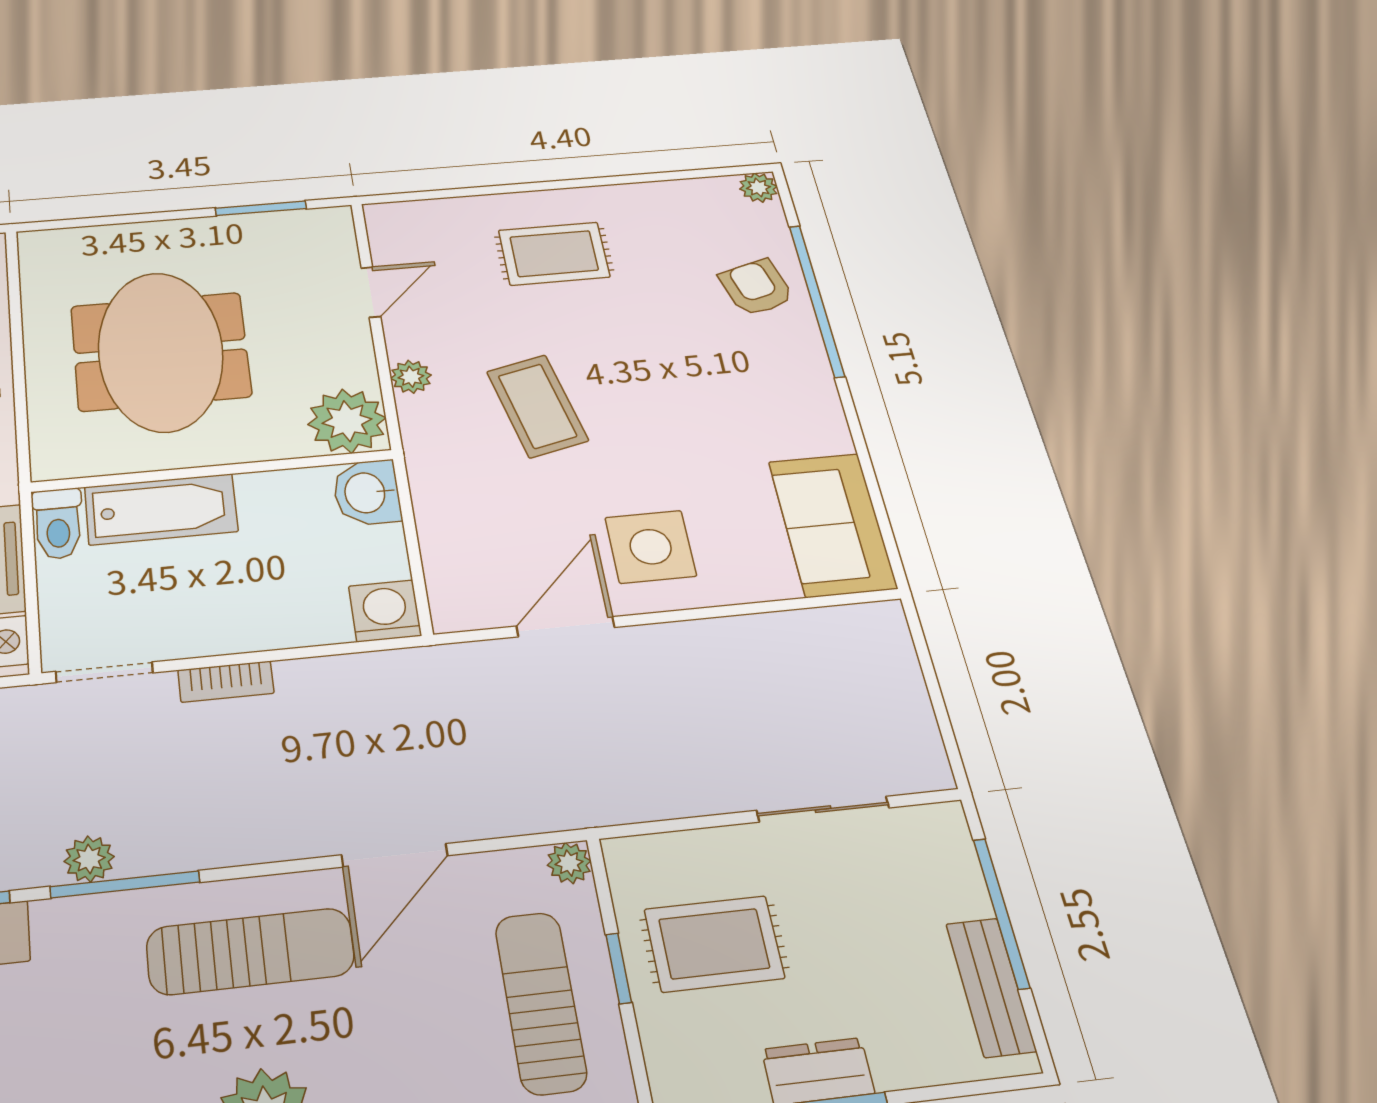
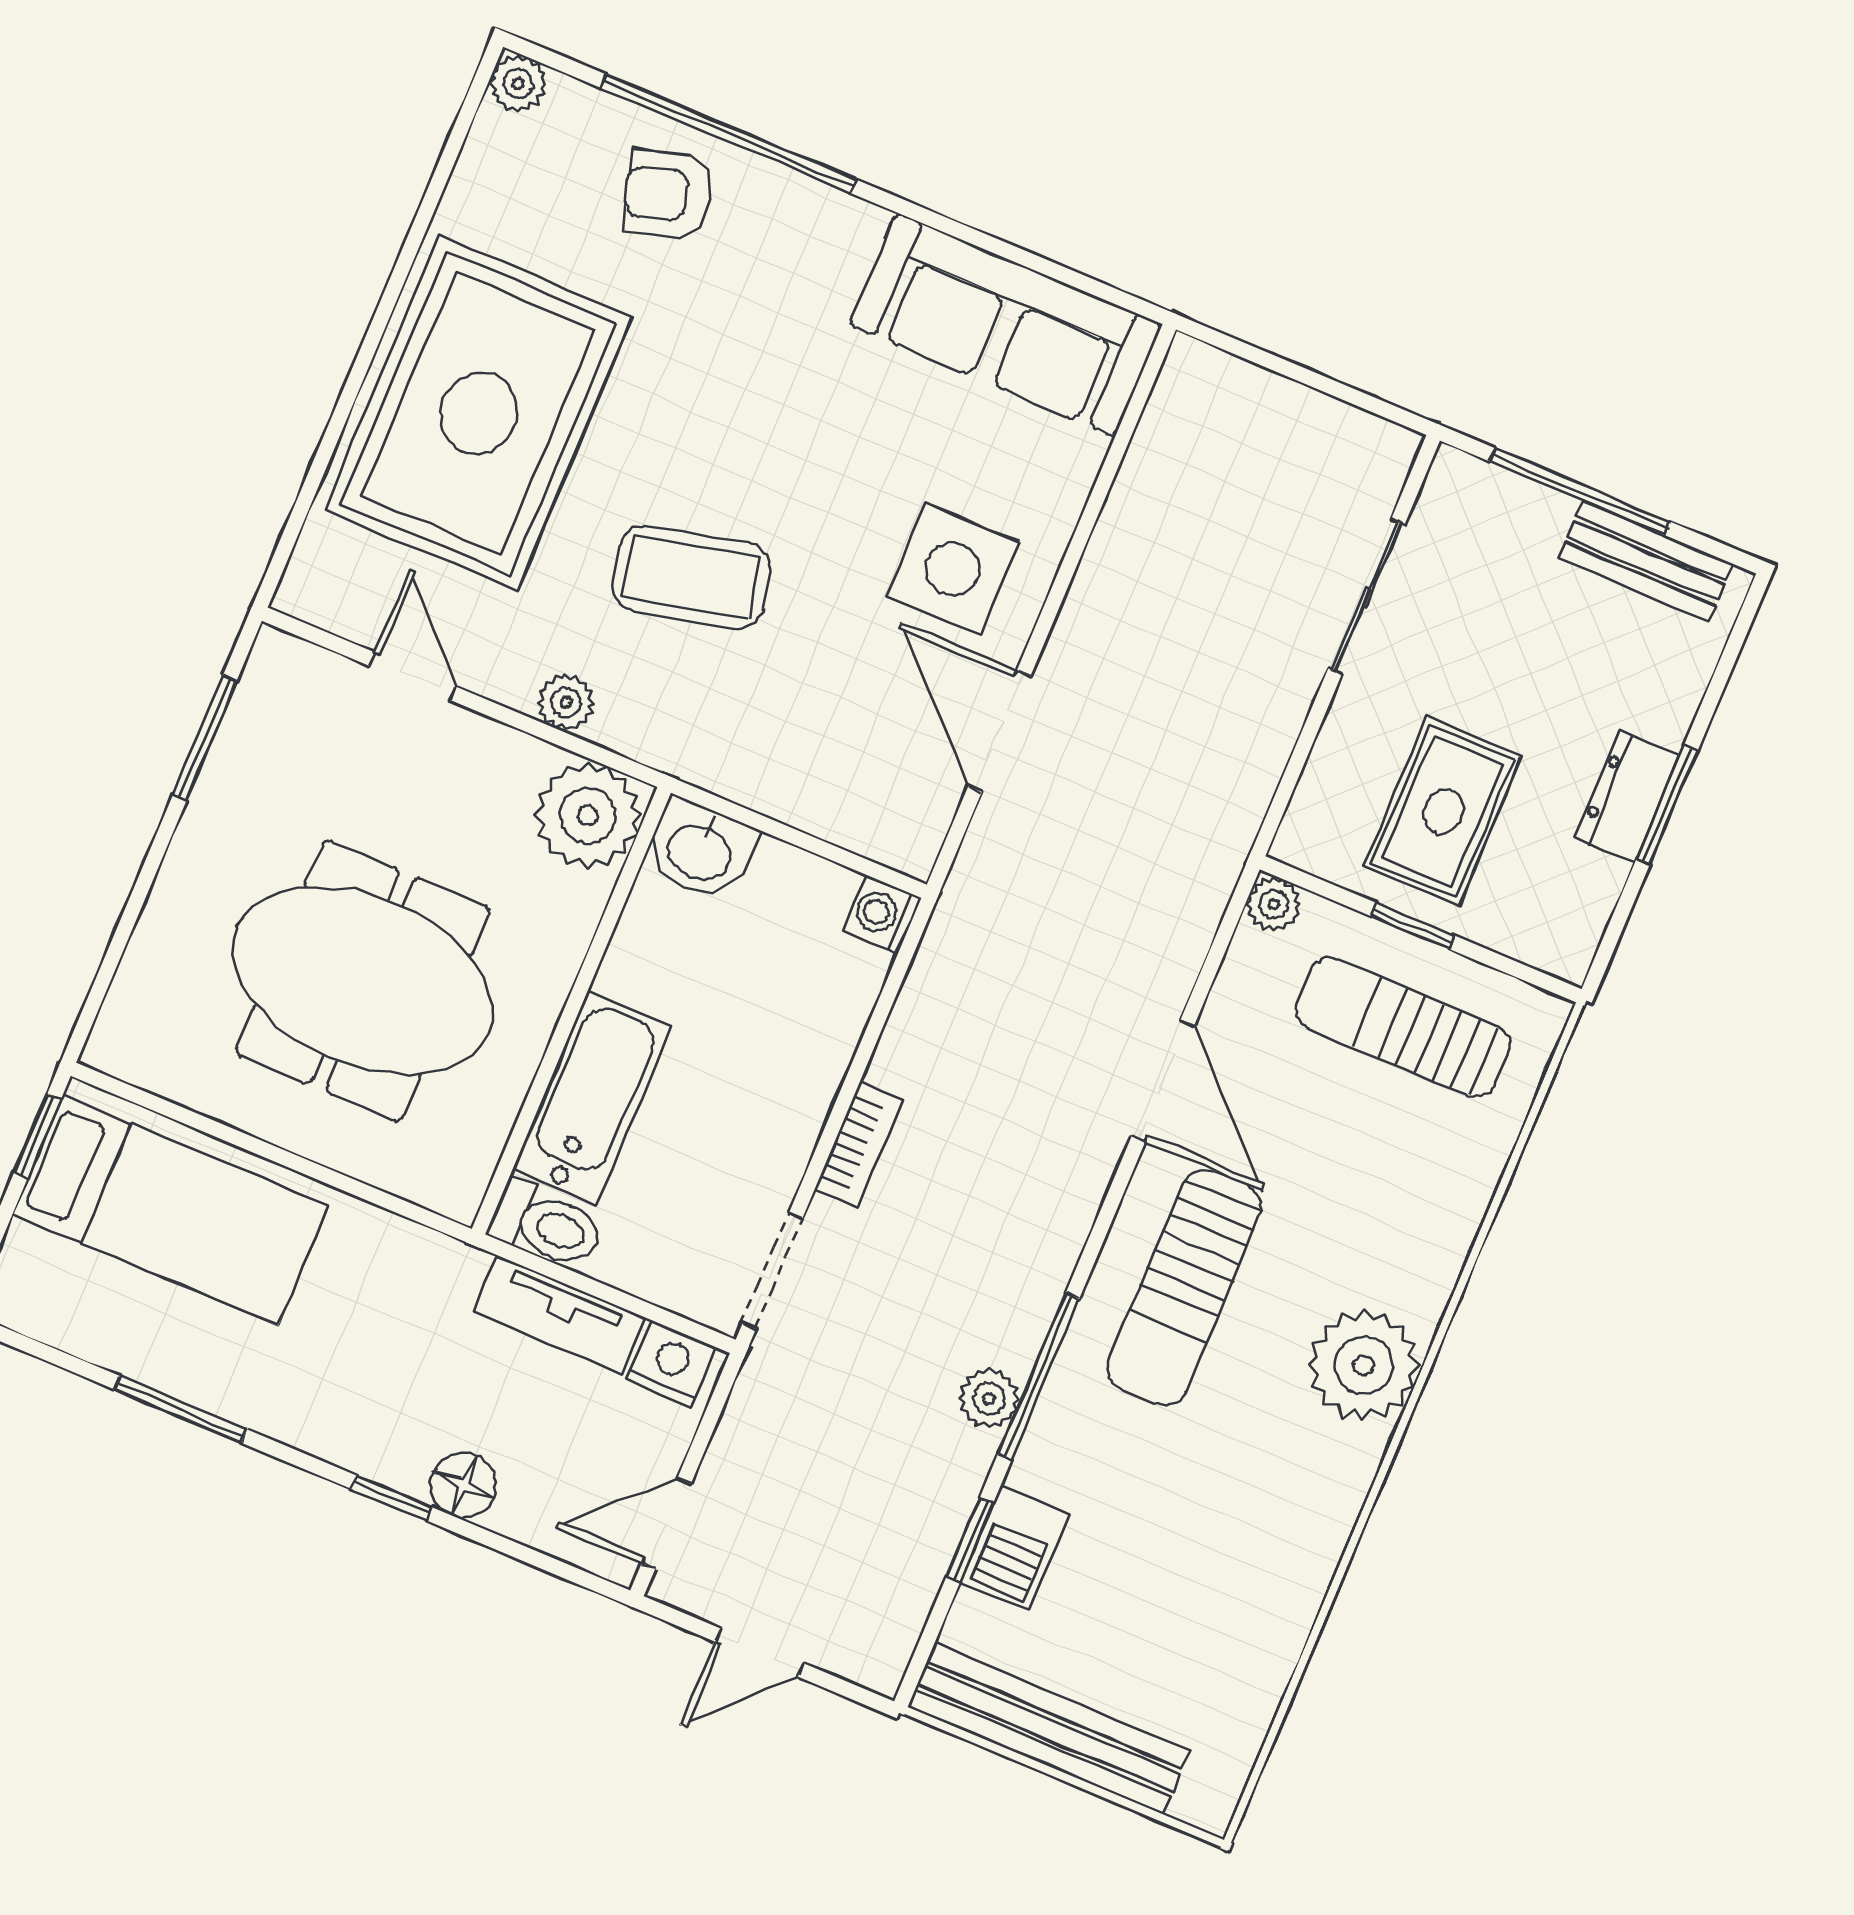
rug: (554, 254) -> (478, 413), width x1.86, depth x2.06
sofa: (832, 524) -> (1006, 325), width x1.36
washing machine: (385, 611) -> (882, 914), width x0.73, depth x0.73
sun lounger: (250, 951) -> (1184, 1288), turned 180

